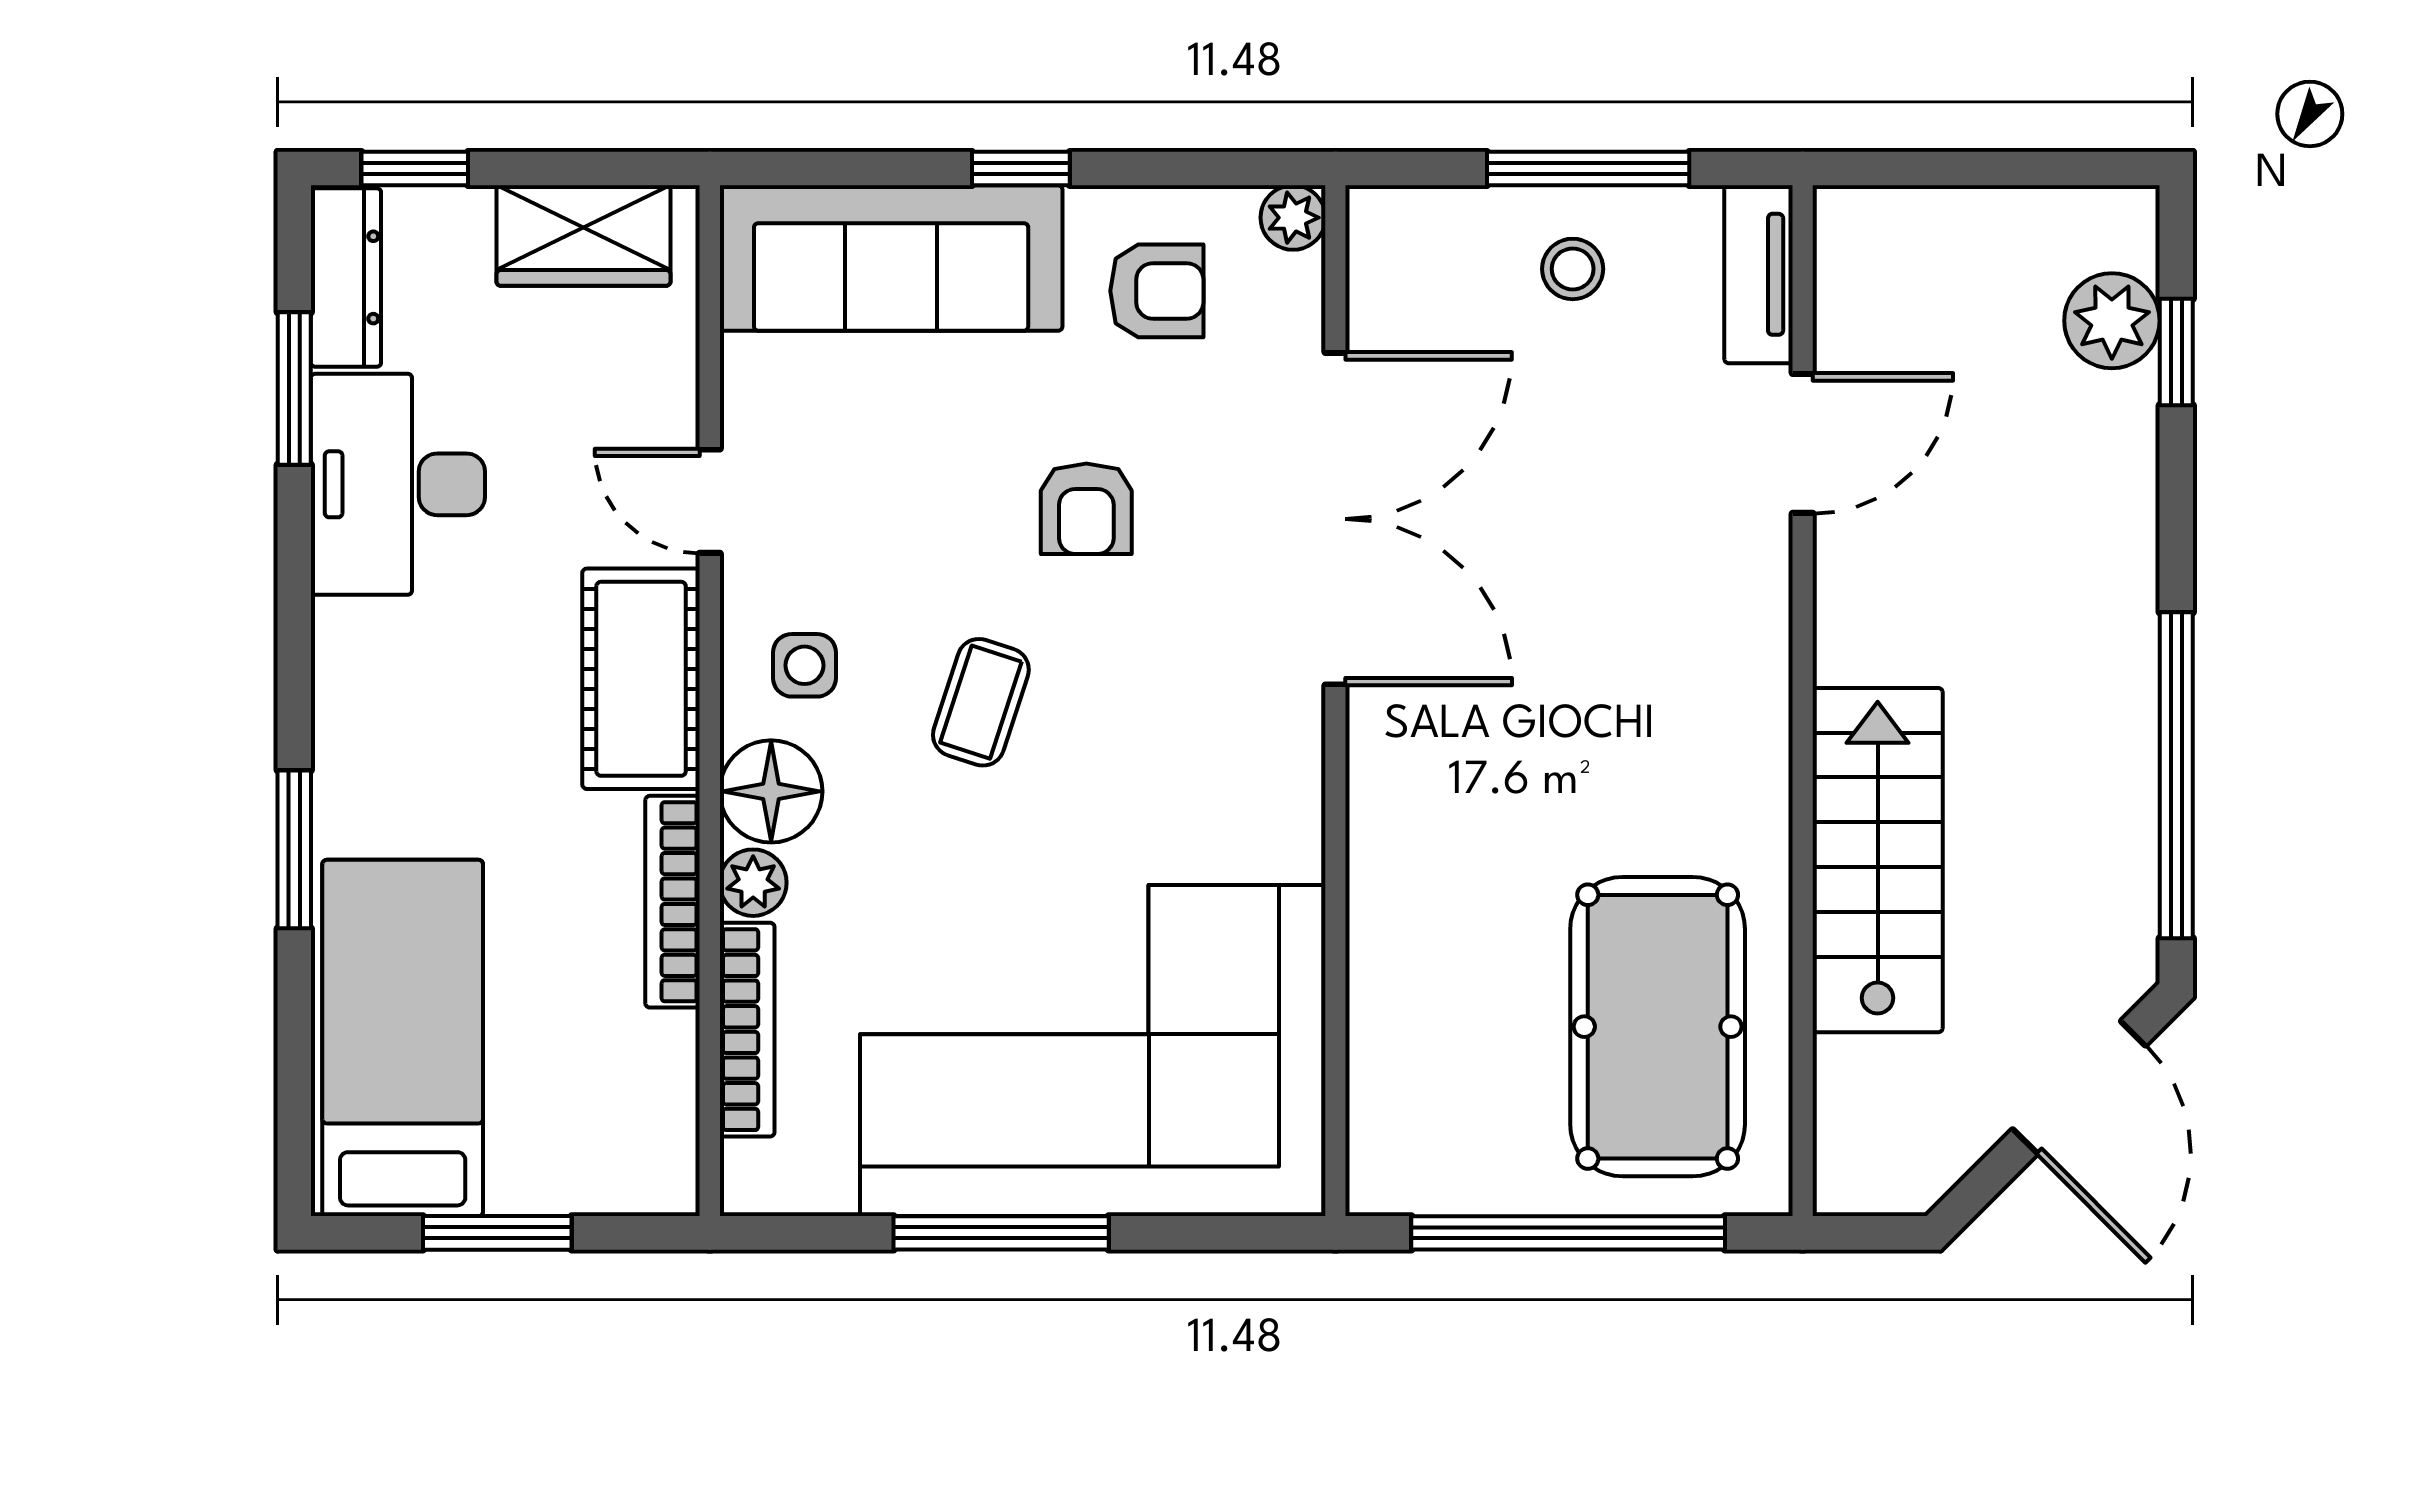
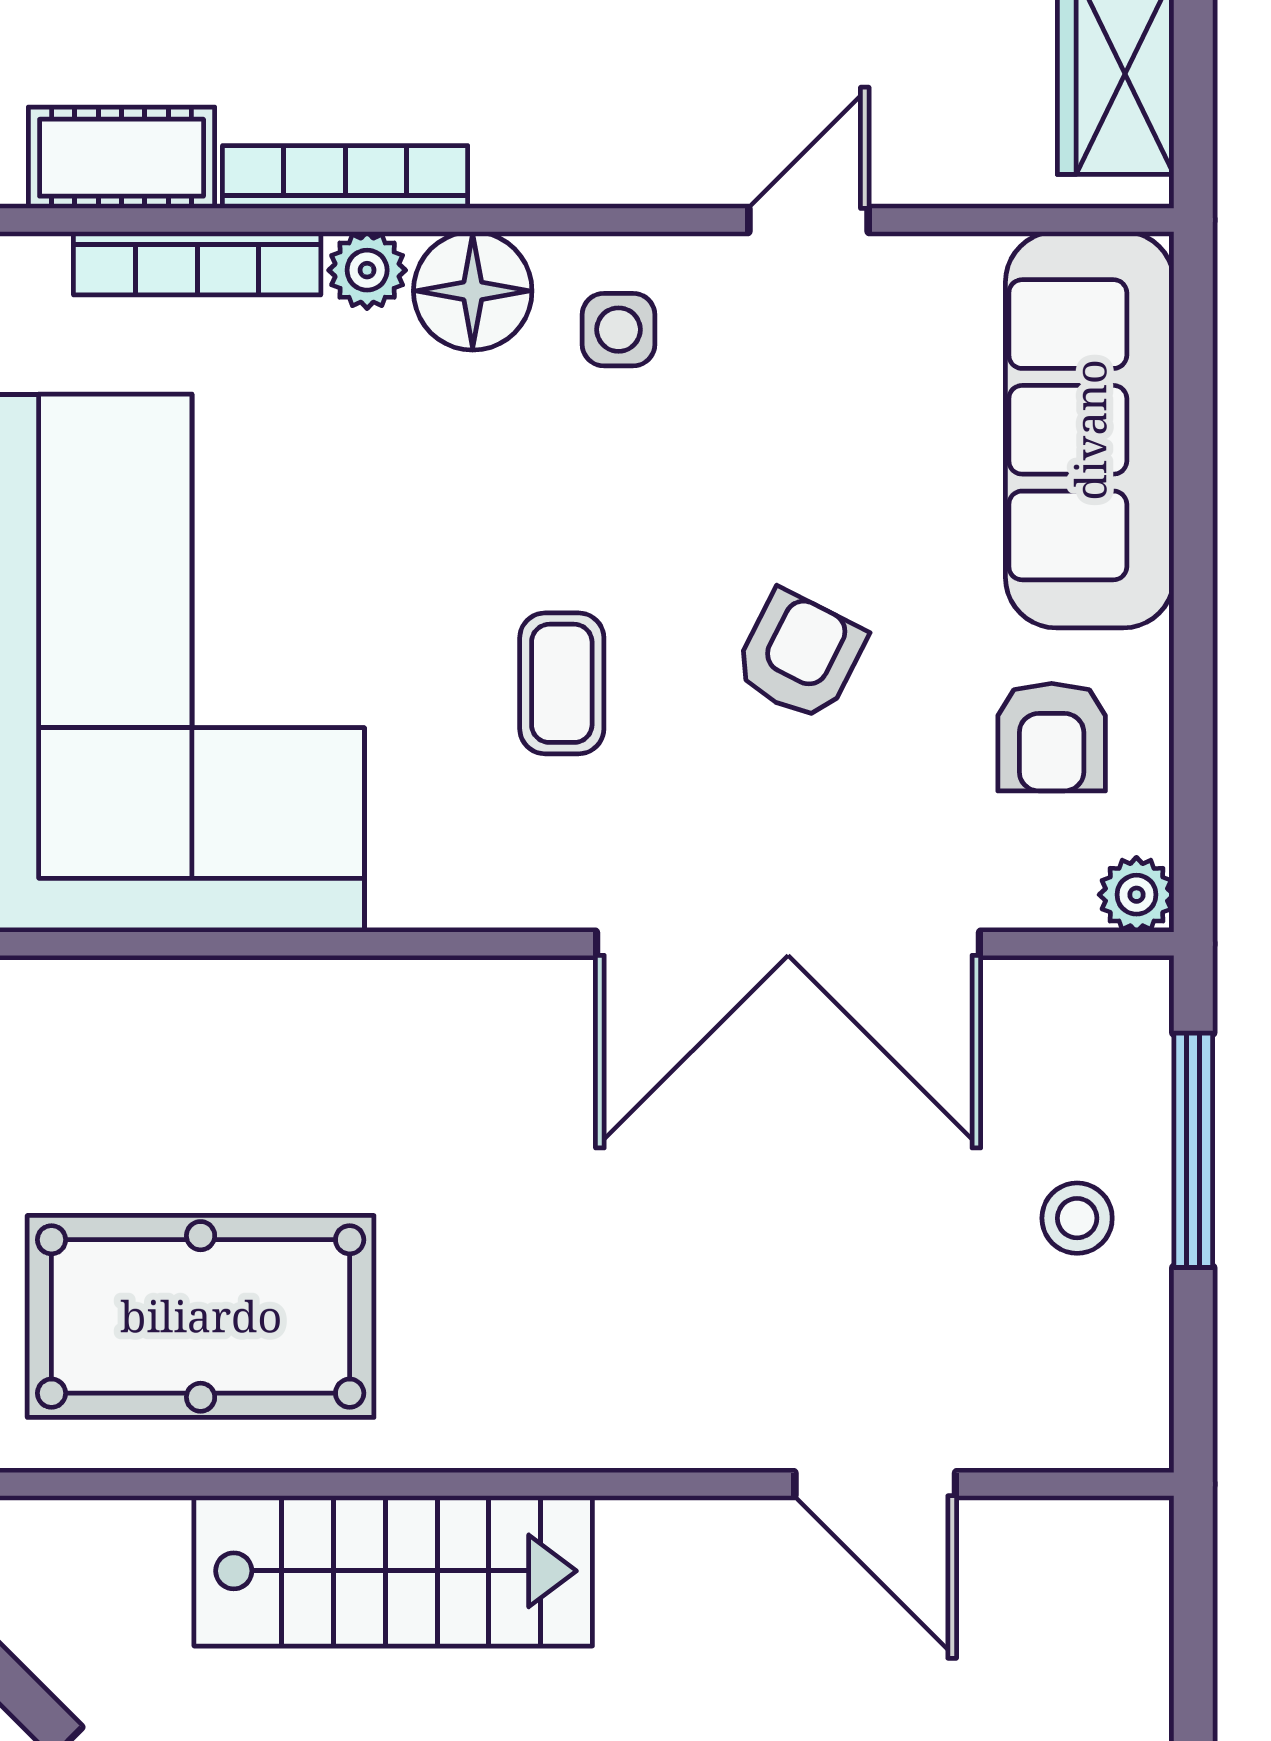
window: (1021, 168) -> (1193, 580), removed
window: (1588, 168) -> (1193, 1150), moved
tv unit: (1759, 274) -> (1071, 1433), removed
armchair: (1086, 509) -> (800, 656), turned 117
cot: (641, 679) -> (122, 158), moved, width x0.73, depth x0.75
coffee table: (981, 702) -> (562, 683), moved, turned 72

